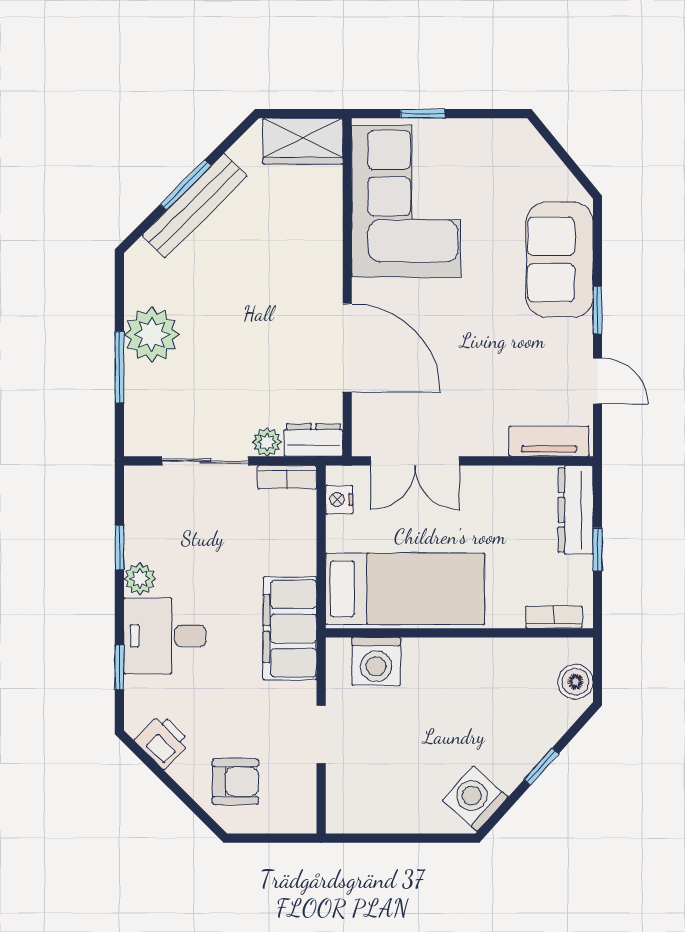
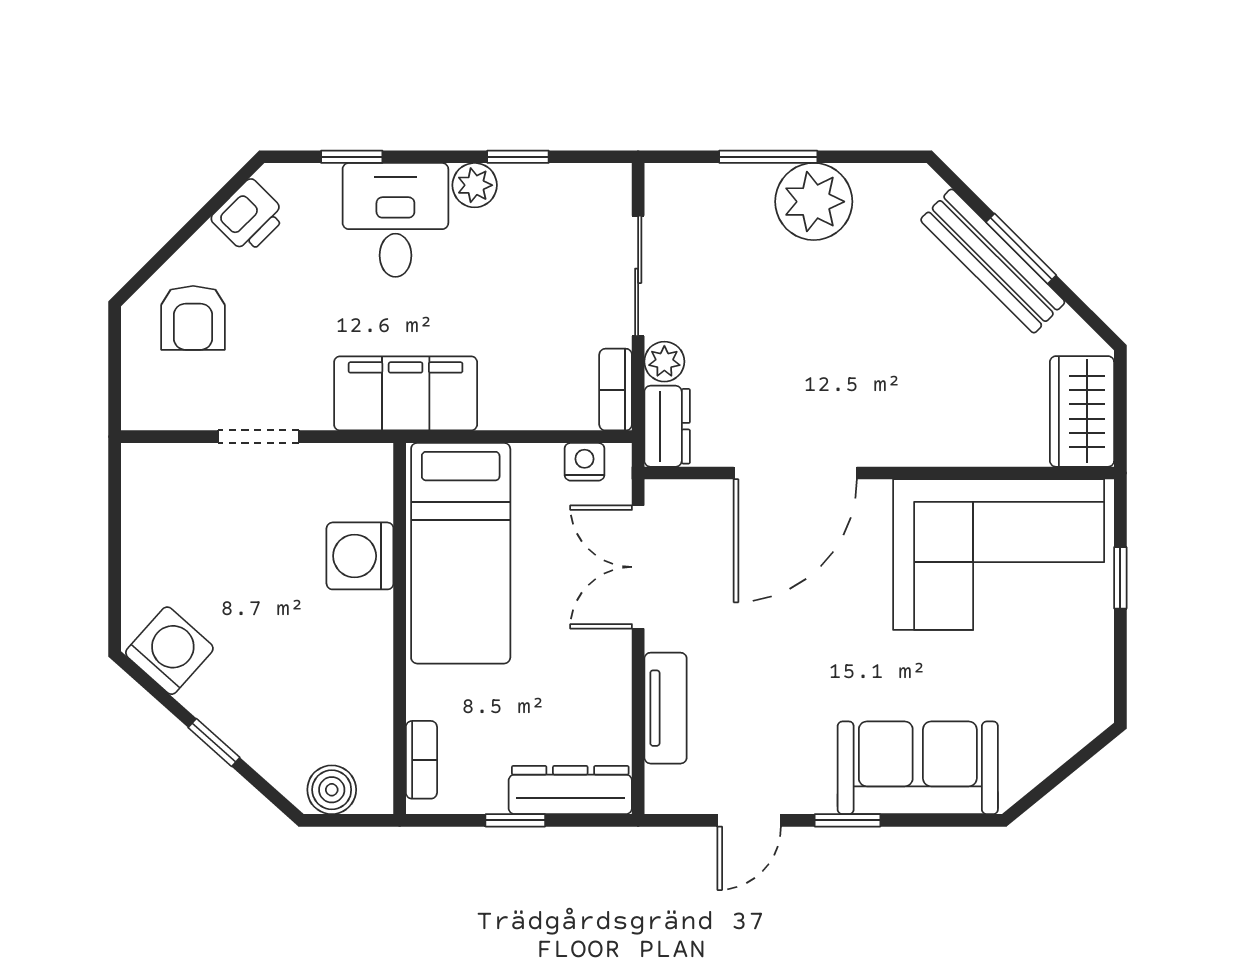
tv unit: (549, 441) -> (666, 708), moved
washing machine: (376, 661) -> (360, 556), moved

